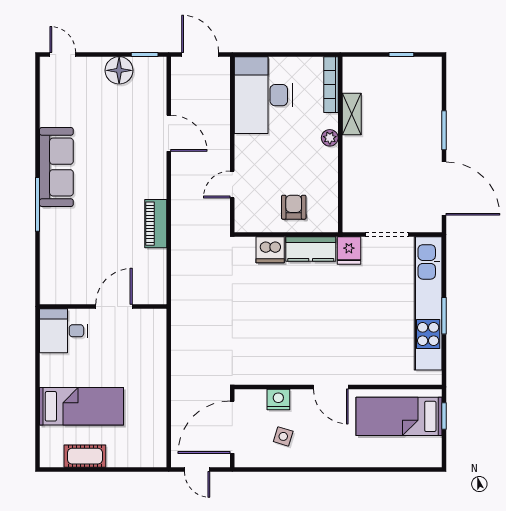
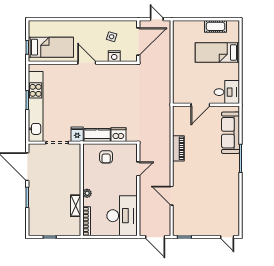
floor lamp: (119, 70) -> (198, 229), removed
sofa: (56, 167) -> (231, 133), moved

